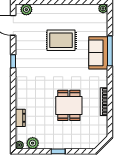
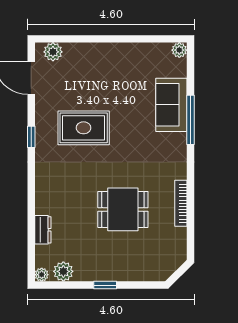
rug: (61, 40) -> (84, 128), moved
sofa: (98, 53) -> (171, 105), moved
dining table: (69, 105) -> (123, 209), turned 90

